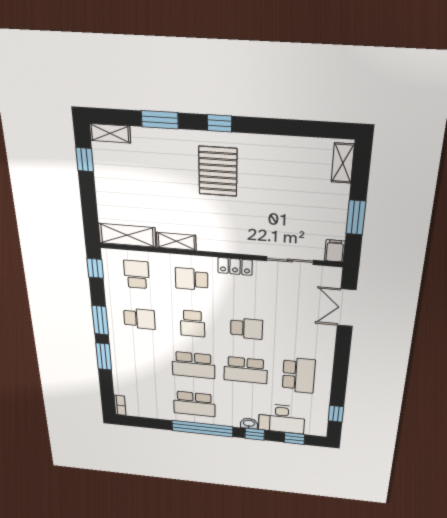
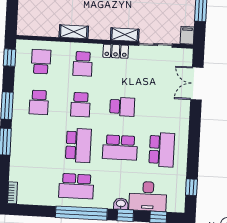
shelving: (127, 235) -> (125, 35), moved, width x0.67, depth x0.75
school desk: (192, 279) -> (83, 64), turned -90
school desk: (139, 319) -> (39, 102), turned 90
school desk: (193, 365) -> (78, 145), turned -90

